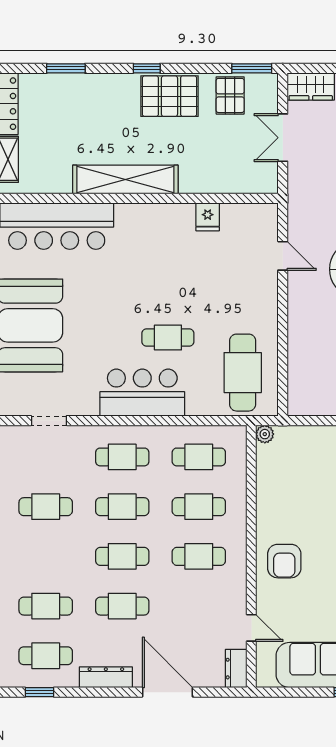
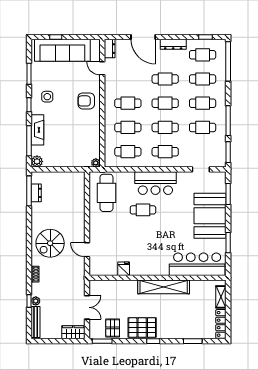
cafe table: (46, 556) -> (203, 103), added
armchair: (284, 561) -> (86, 101), turned -90

